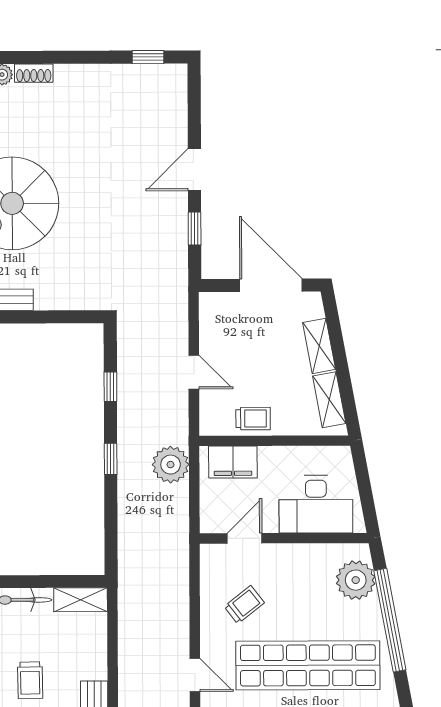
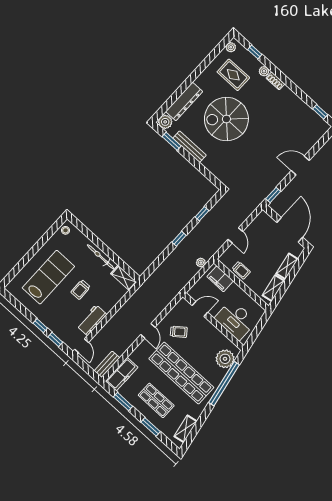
window: (195, 228) -> (273, 195), moved
plant: (171, 465) -> (201, 263), width x0.53, depth x0.53
door: (195, 675) -> (148, 331), moved

